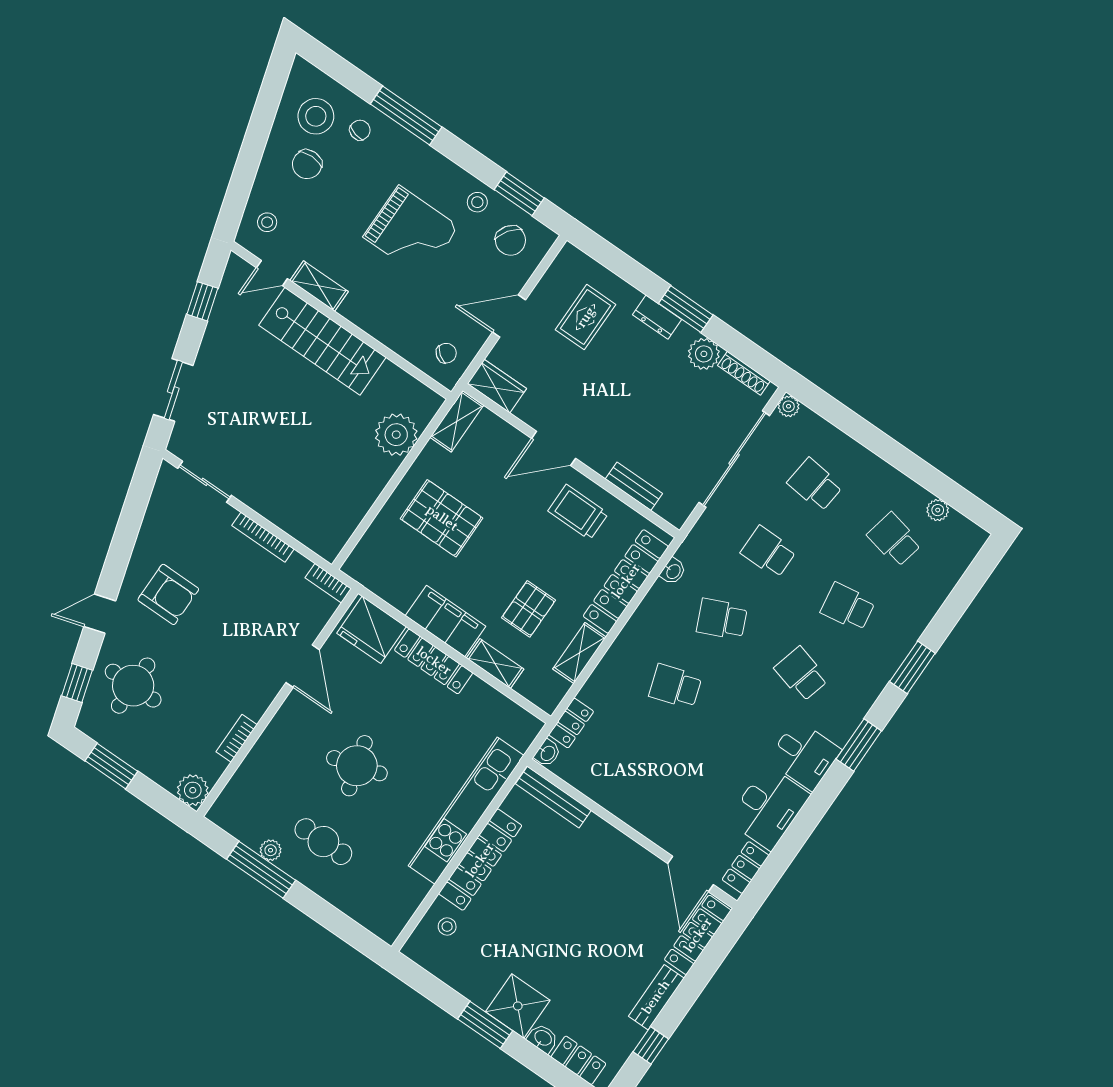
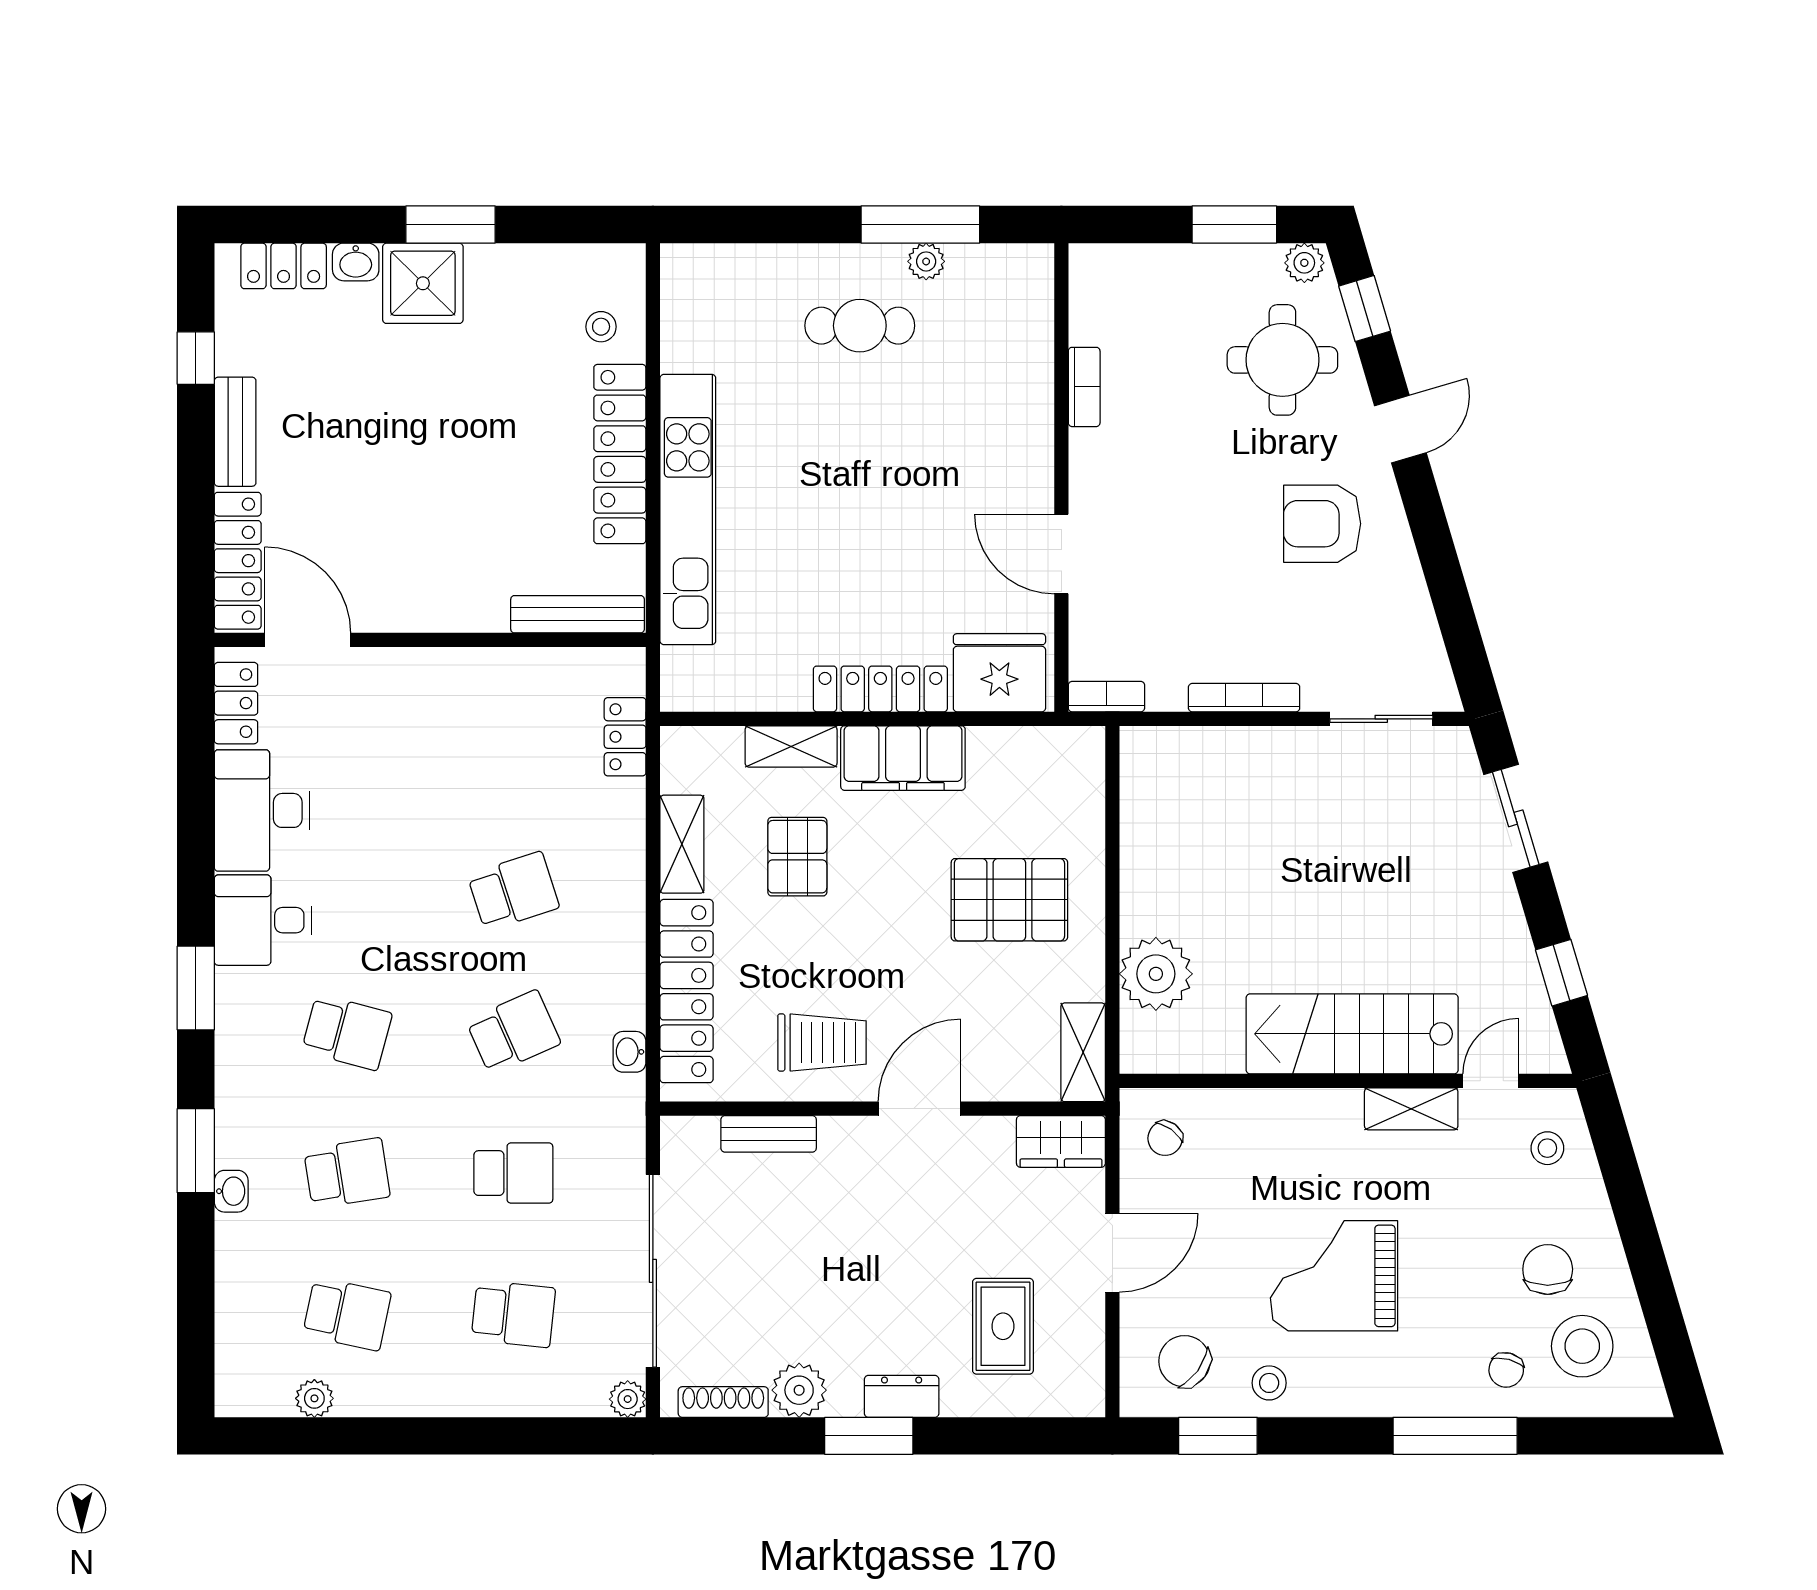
washbasin: (547, 753) -> (231, 1191), moved, turned 180
round table: (357, 766) -> (887, 466), removed
plant: (193, 790) -> (1304, 263), moved, width x0.73, depth x0.73

